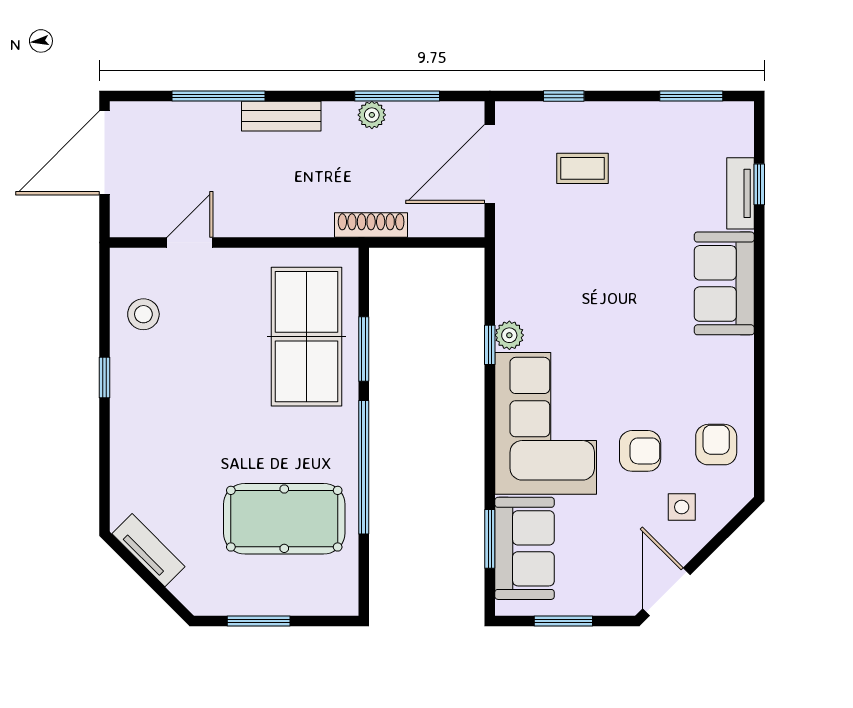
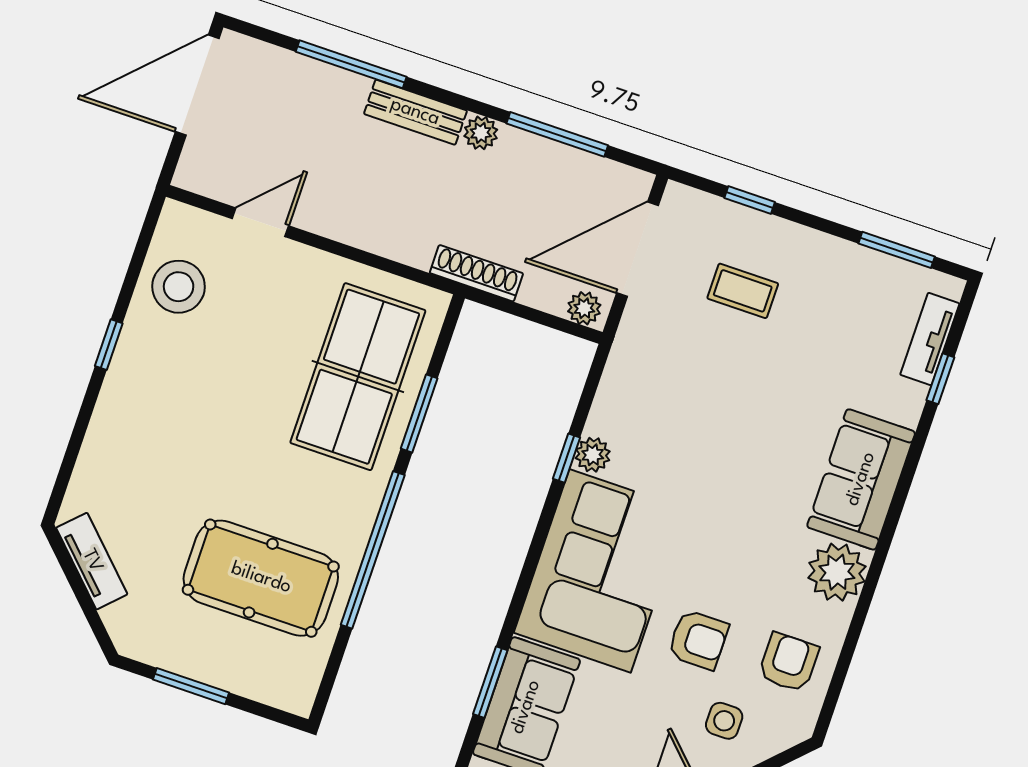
plant: (372, 115) -> (481, 133), moved
tv unit: (740, 193) -> (930, 339), moved
plant: (464, 224) -> (584, 308), added
stool: (143, 314) -> (179, 287), width x1.38, depth x1.38
plant: (730, 362) -> (837, 572), added

